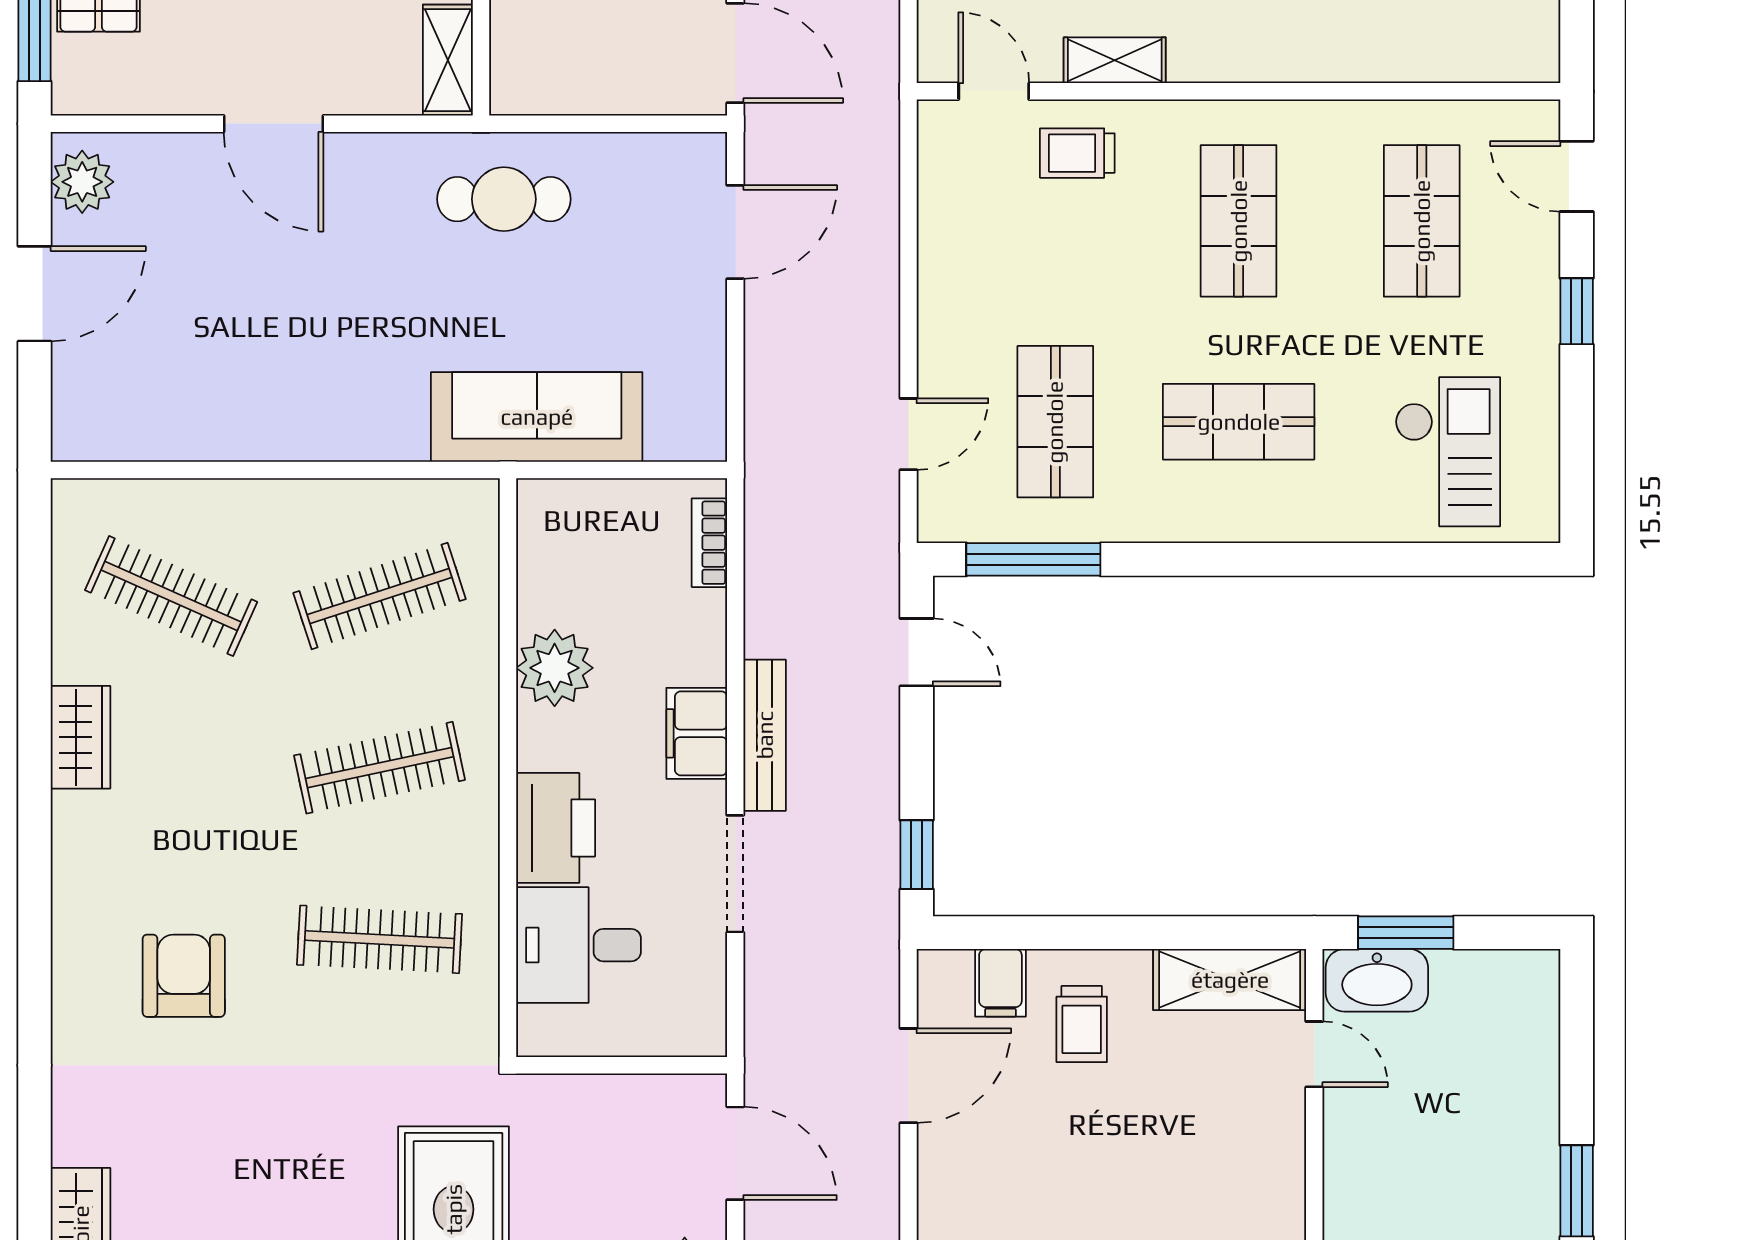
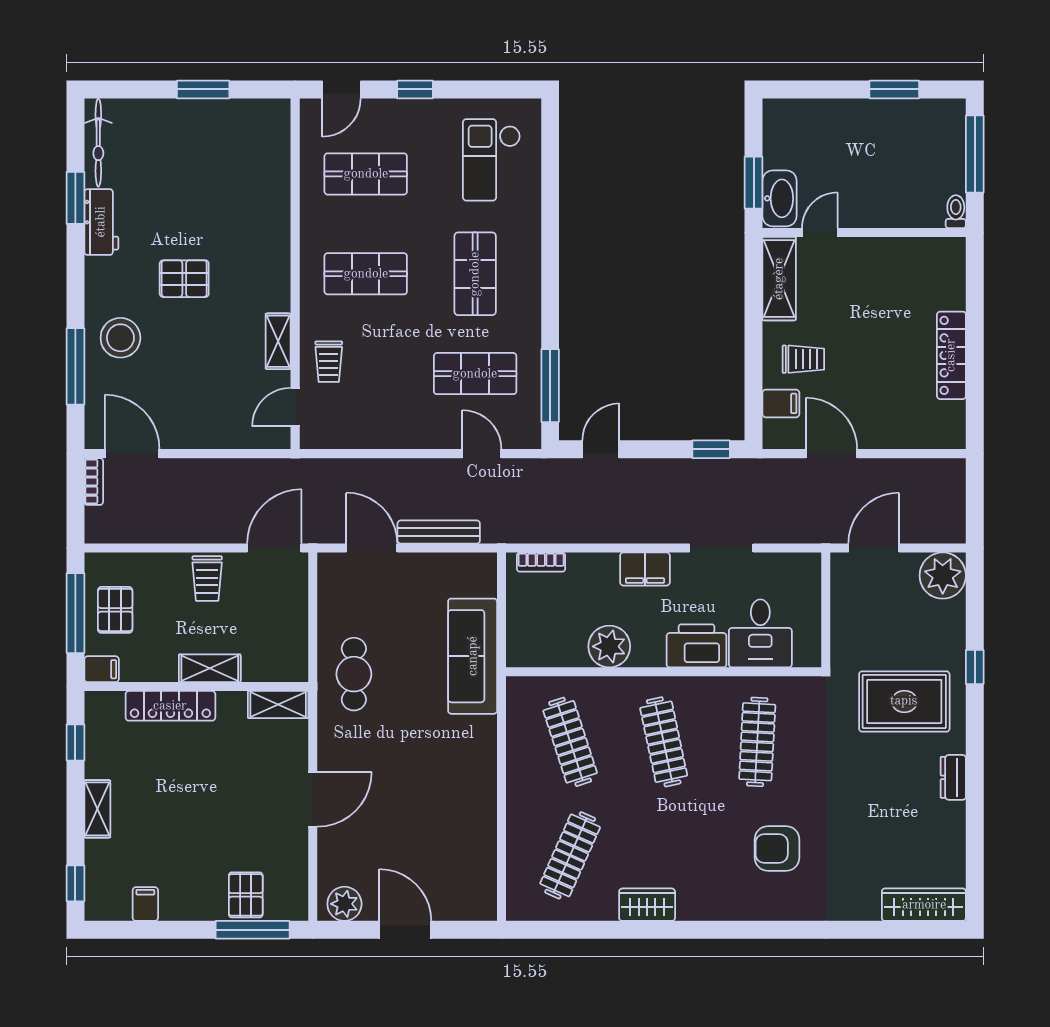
checkout: (1448, 452) -> (492, 160), turned -90
bench: (765, 735) -> (439, 532), moved

